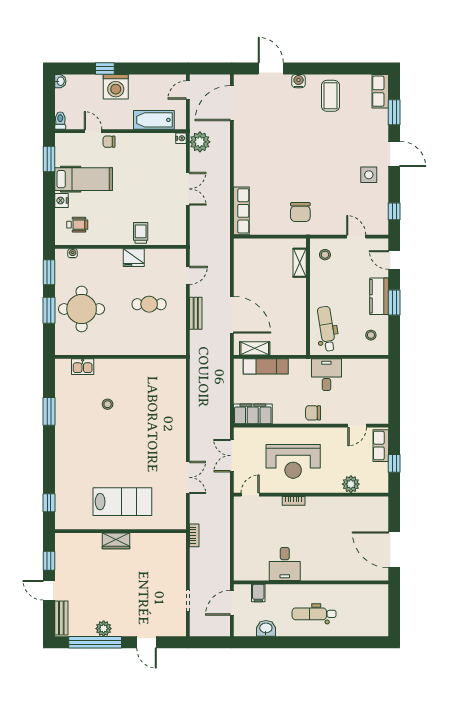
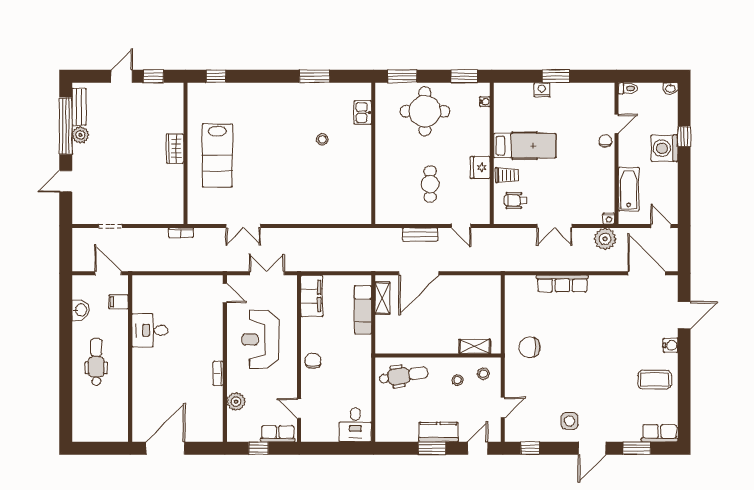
window: (49, 159) -> (556, 76), moved
hospital bed: (84, 179) -> (525, 146), moved, turned -90
row of seats: (241, 211) -> (562, 284), moved
wheelchair: (77, 225) -> (516, 201), moved, turned 90
window: (49, 310) -> (402, 76), moved
stool: (371, 335) -> (458, 380), moved
desk: (326, 375) -> (355, 425), moved, turned 90
bookcase: (294, 501) -> (218, 373), moved
bench: (61, 618) -> (79, 107), moved, turned 90

